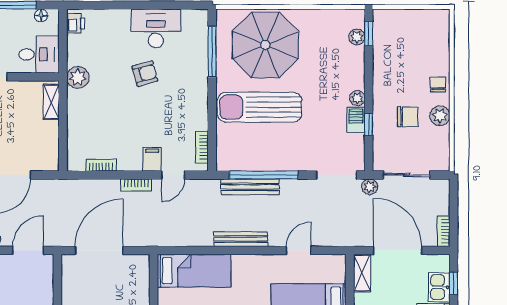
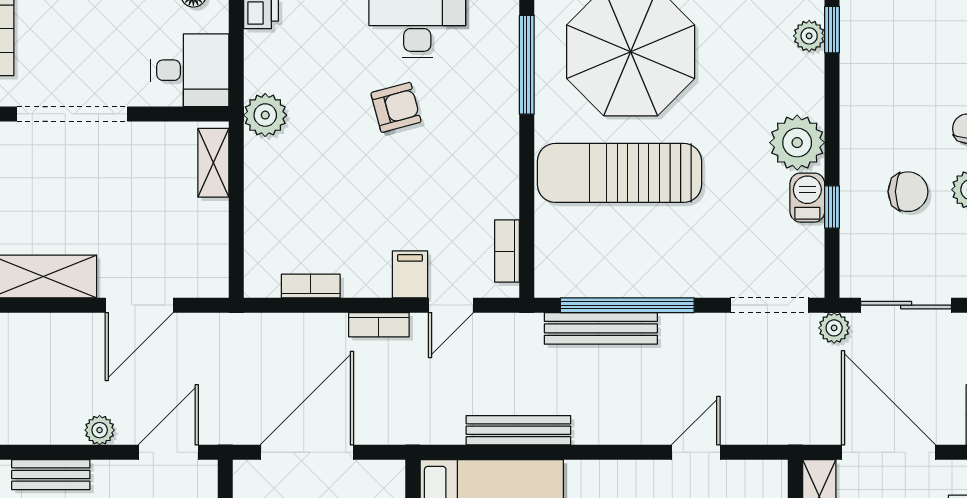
plant: (357, 98) -> (797, 143), width x1.87, depth x1.87
bench: (241, 239) -> (518, 430), moved

